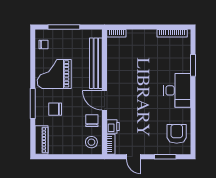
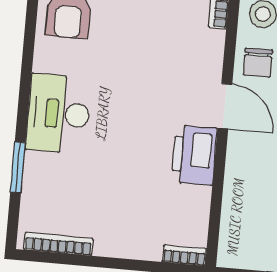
bench: (96, 63) -> (237, 192), removed
printer: (113, 127) -> (194, 155), moved, width x1.87, depth x1.48

